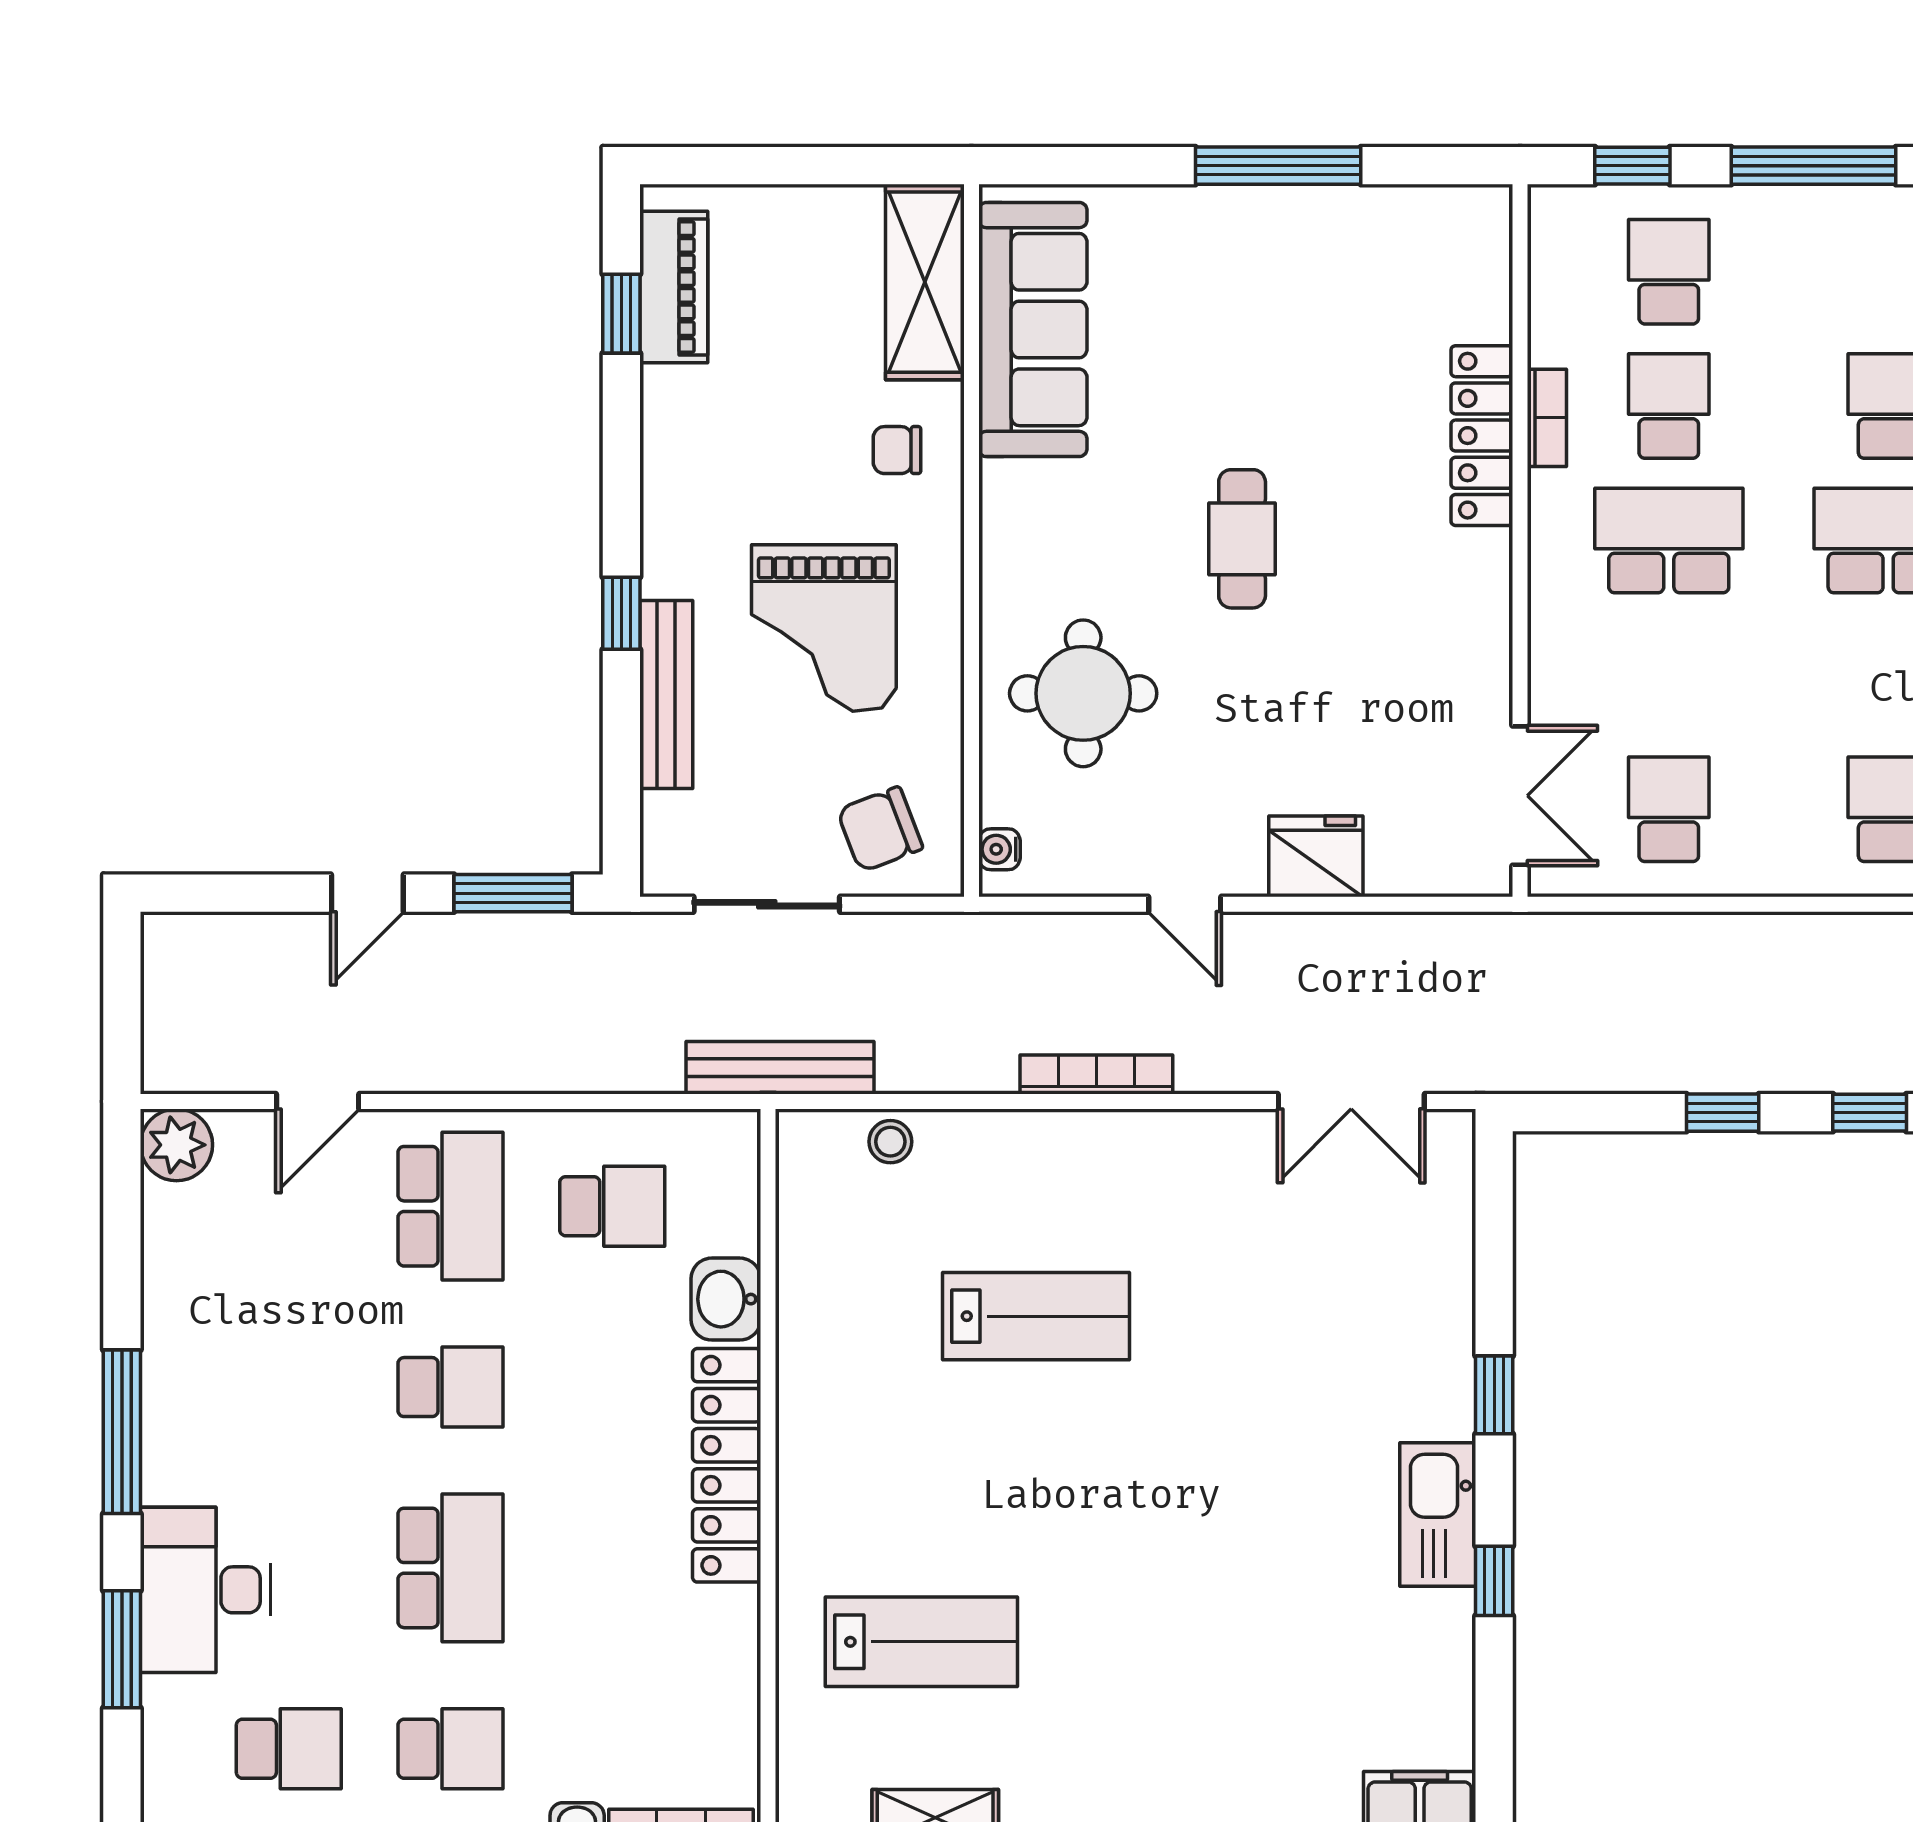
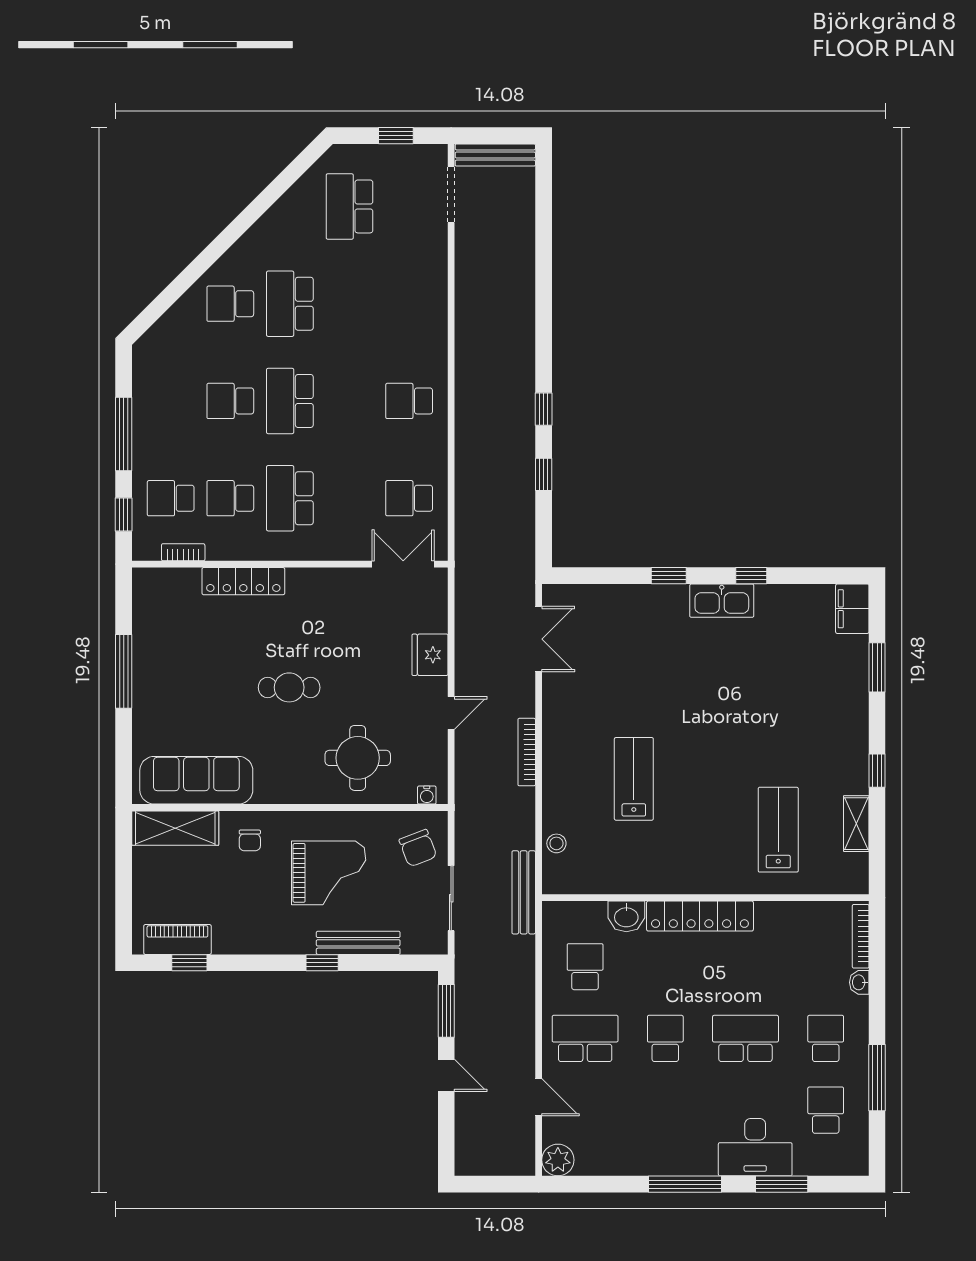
bookcase: (1547, 418) -> (183, 552), moved

